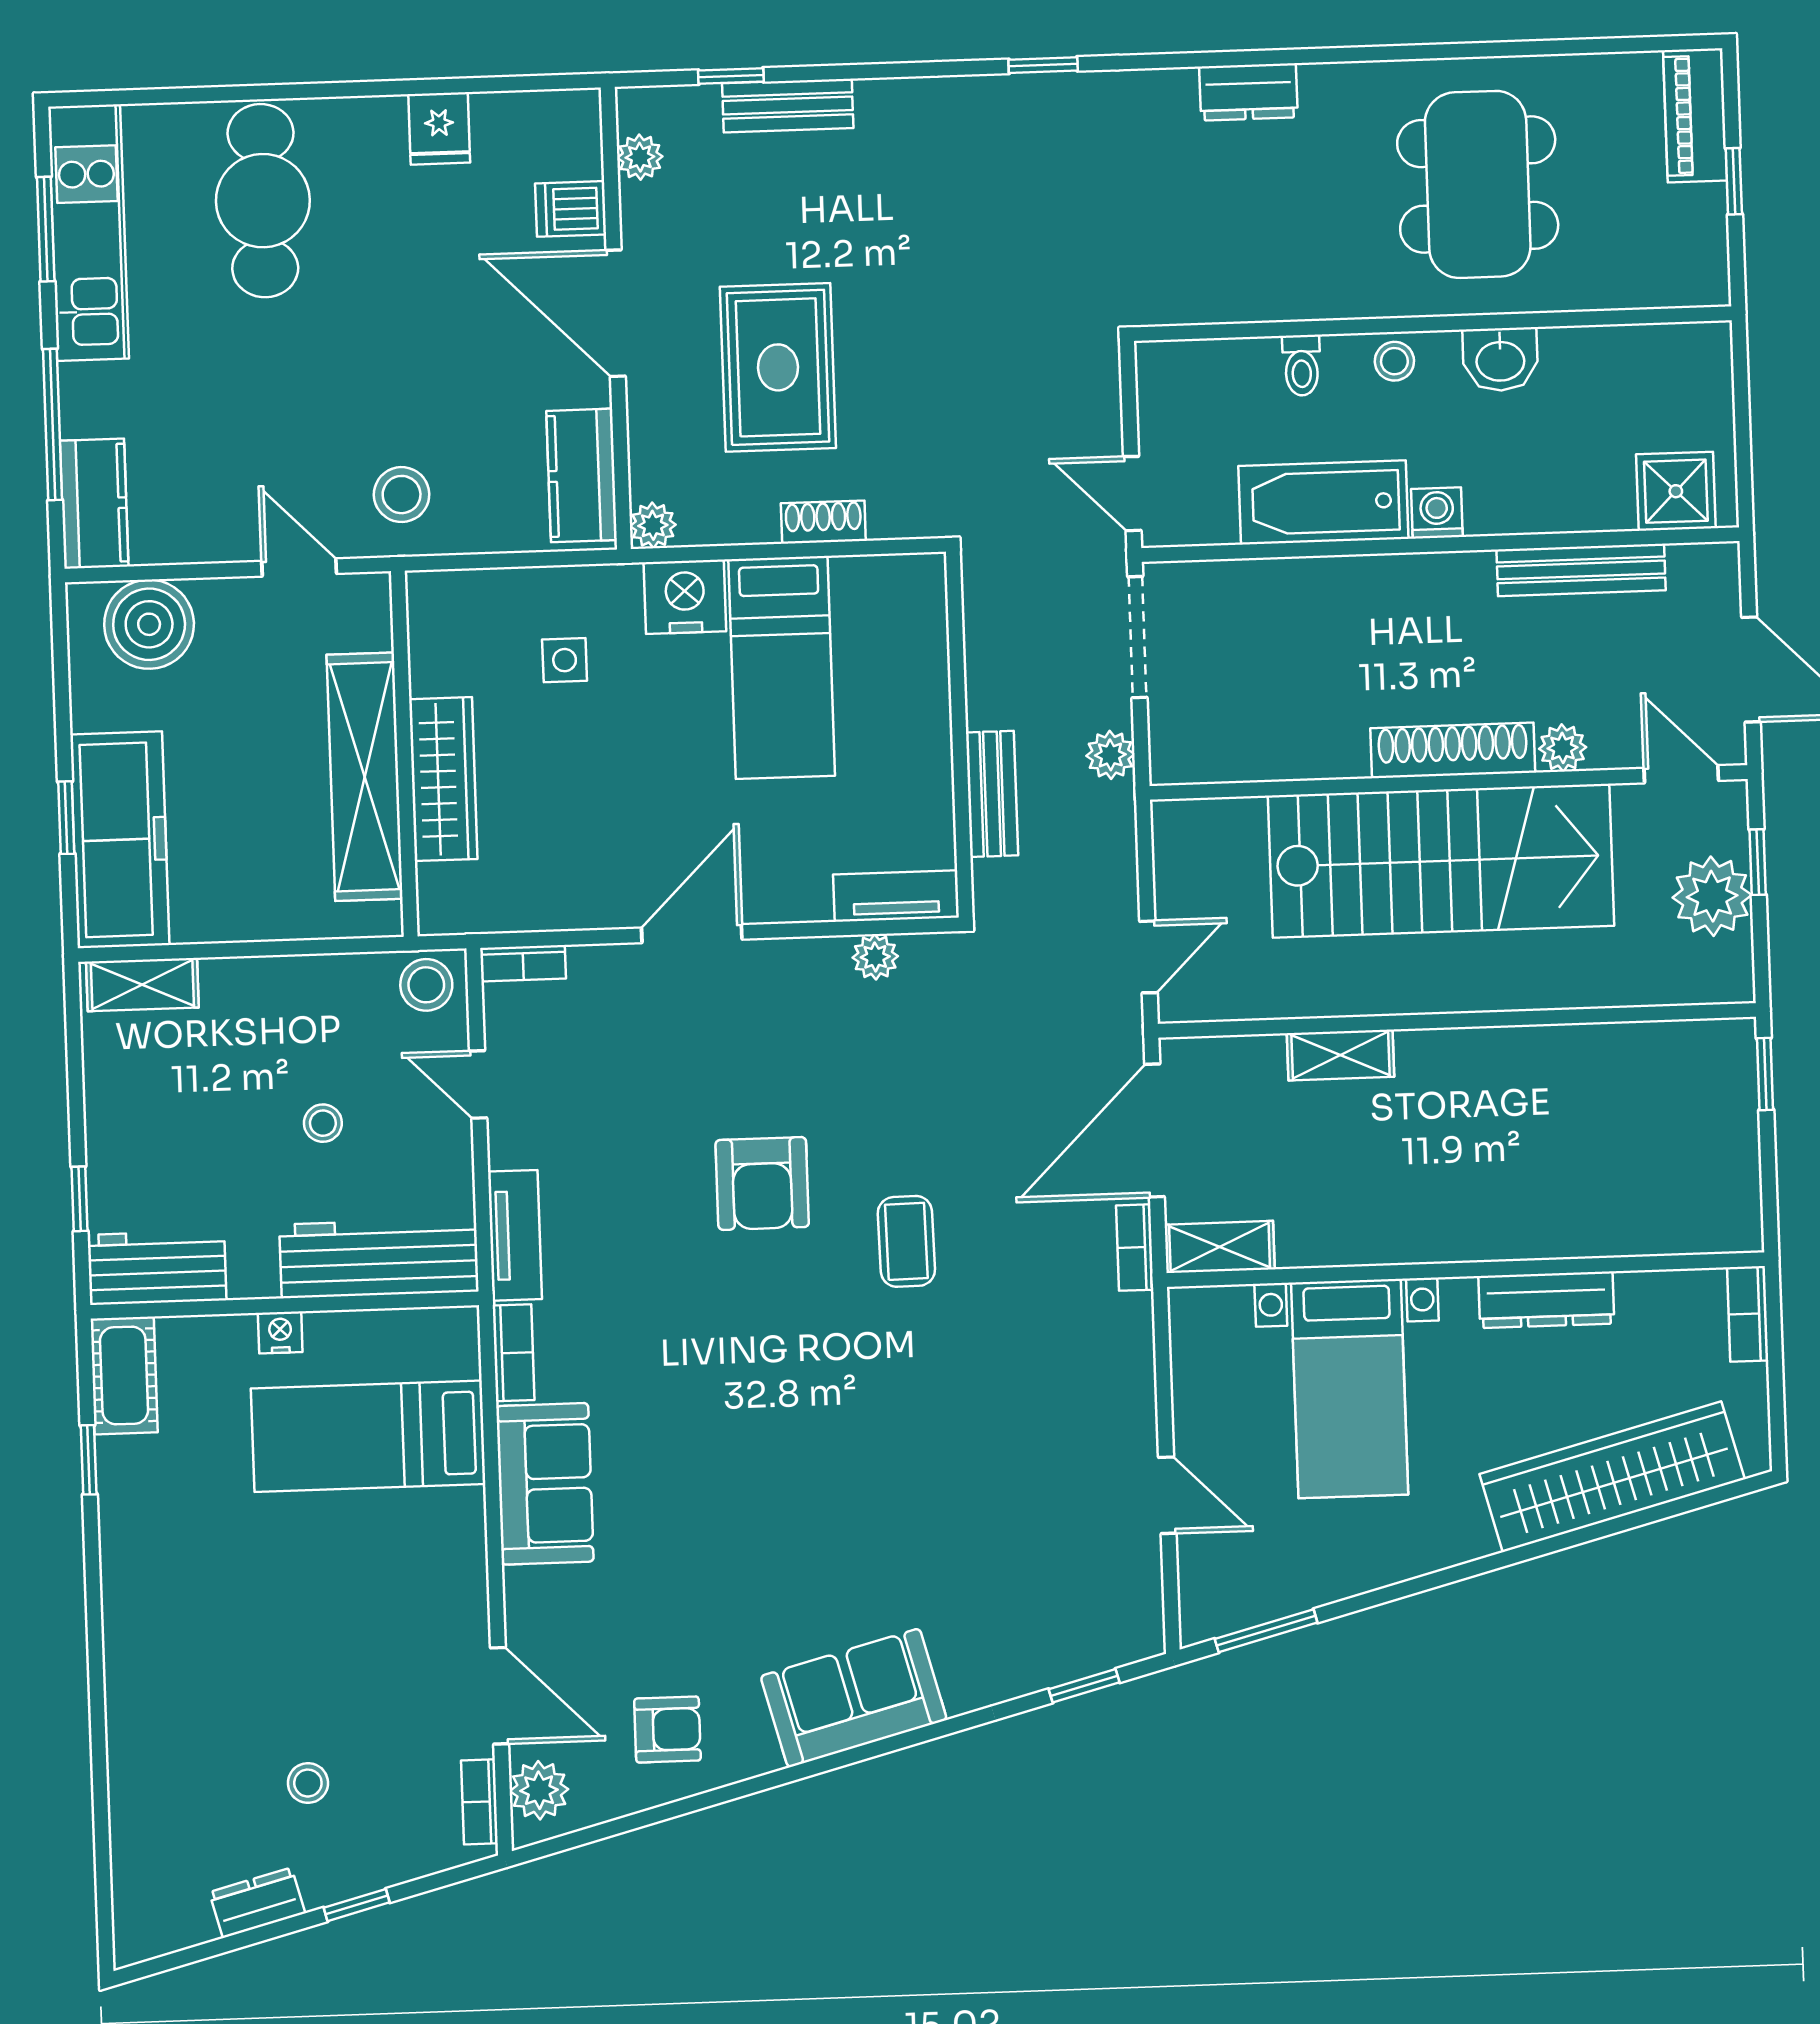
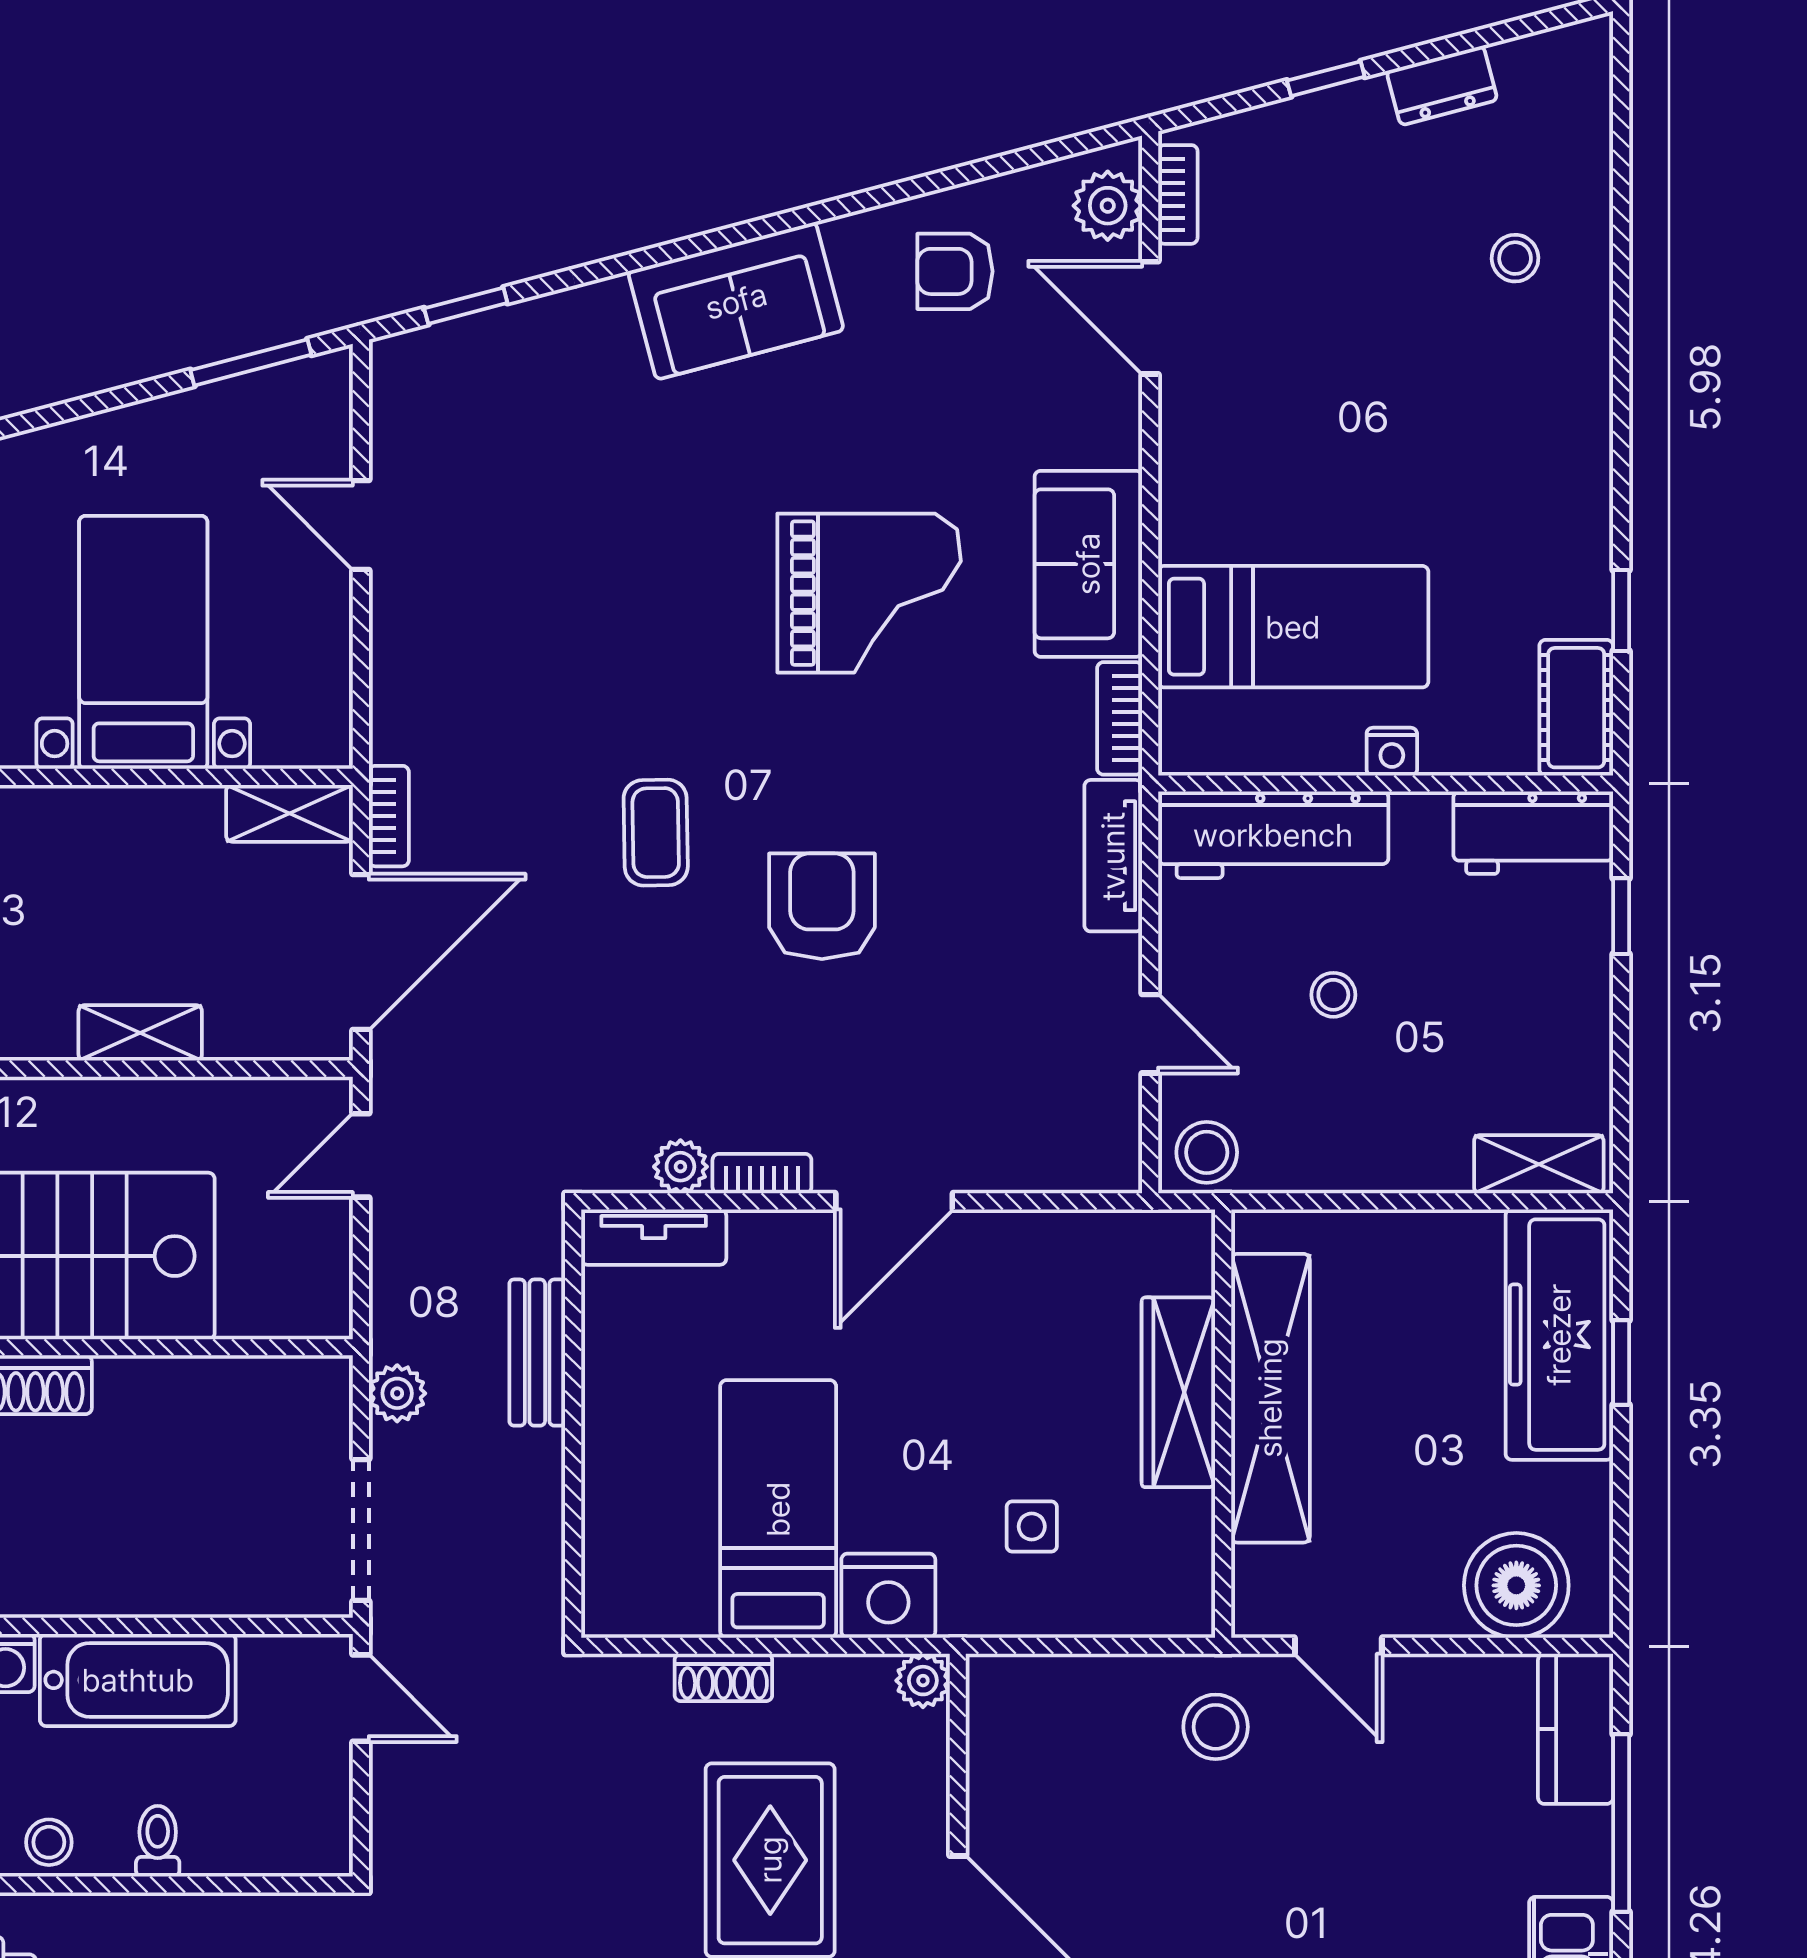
kitchen counter: (582, 475) -> (1004, 1742), removed
bookcase: (523, 963) -> (762, 1174), moved
grand piano: (731, 1452) -> (869, 593), added
stool: (308, 1783) -> (1515, 258), moved

